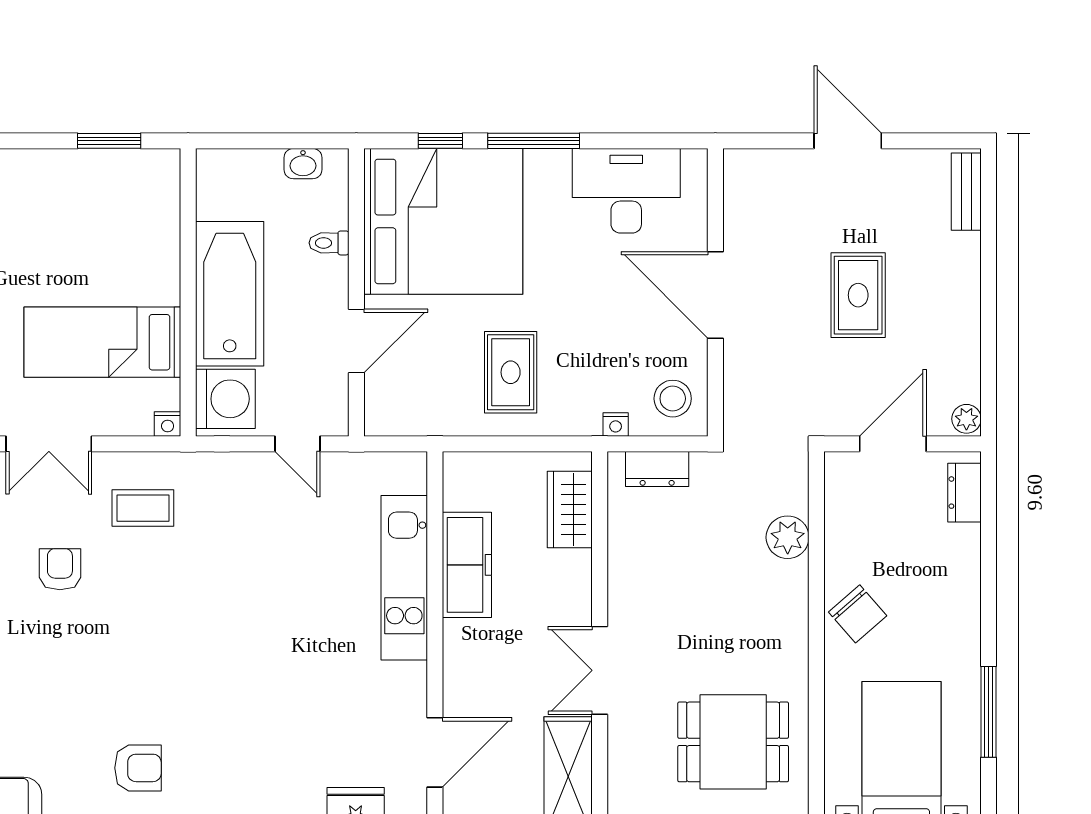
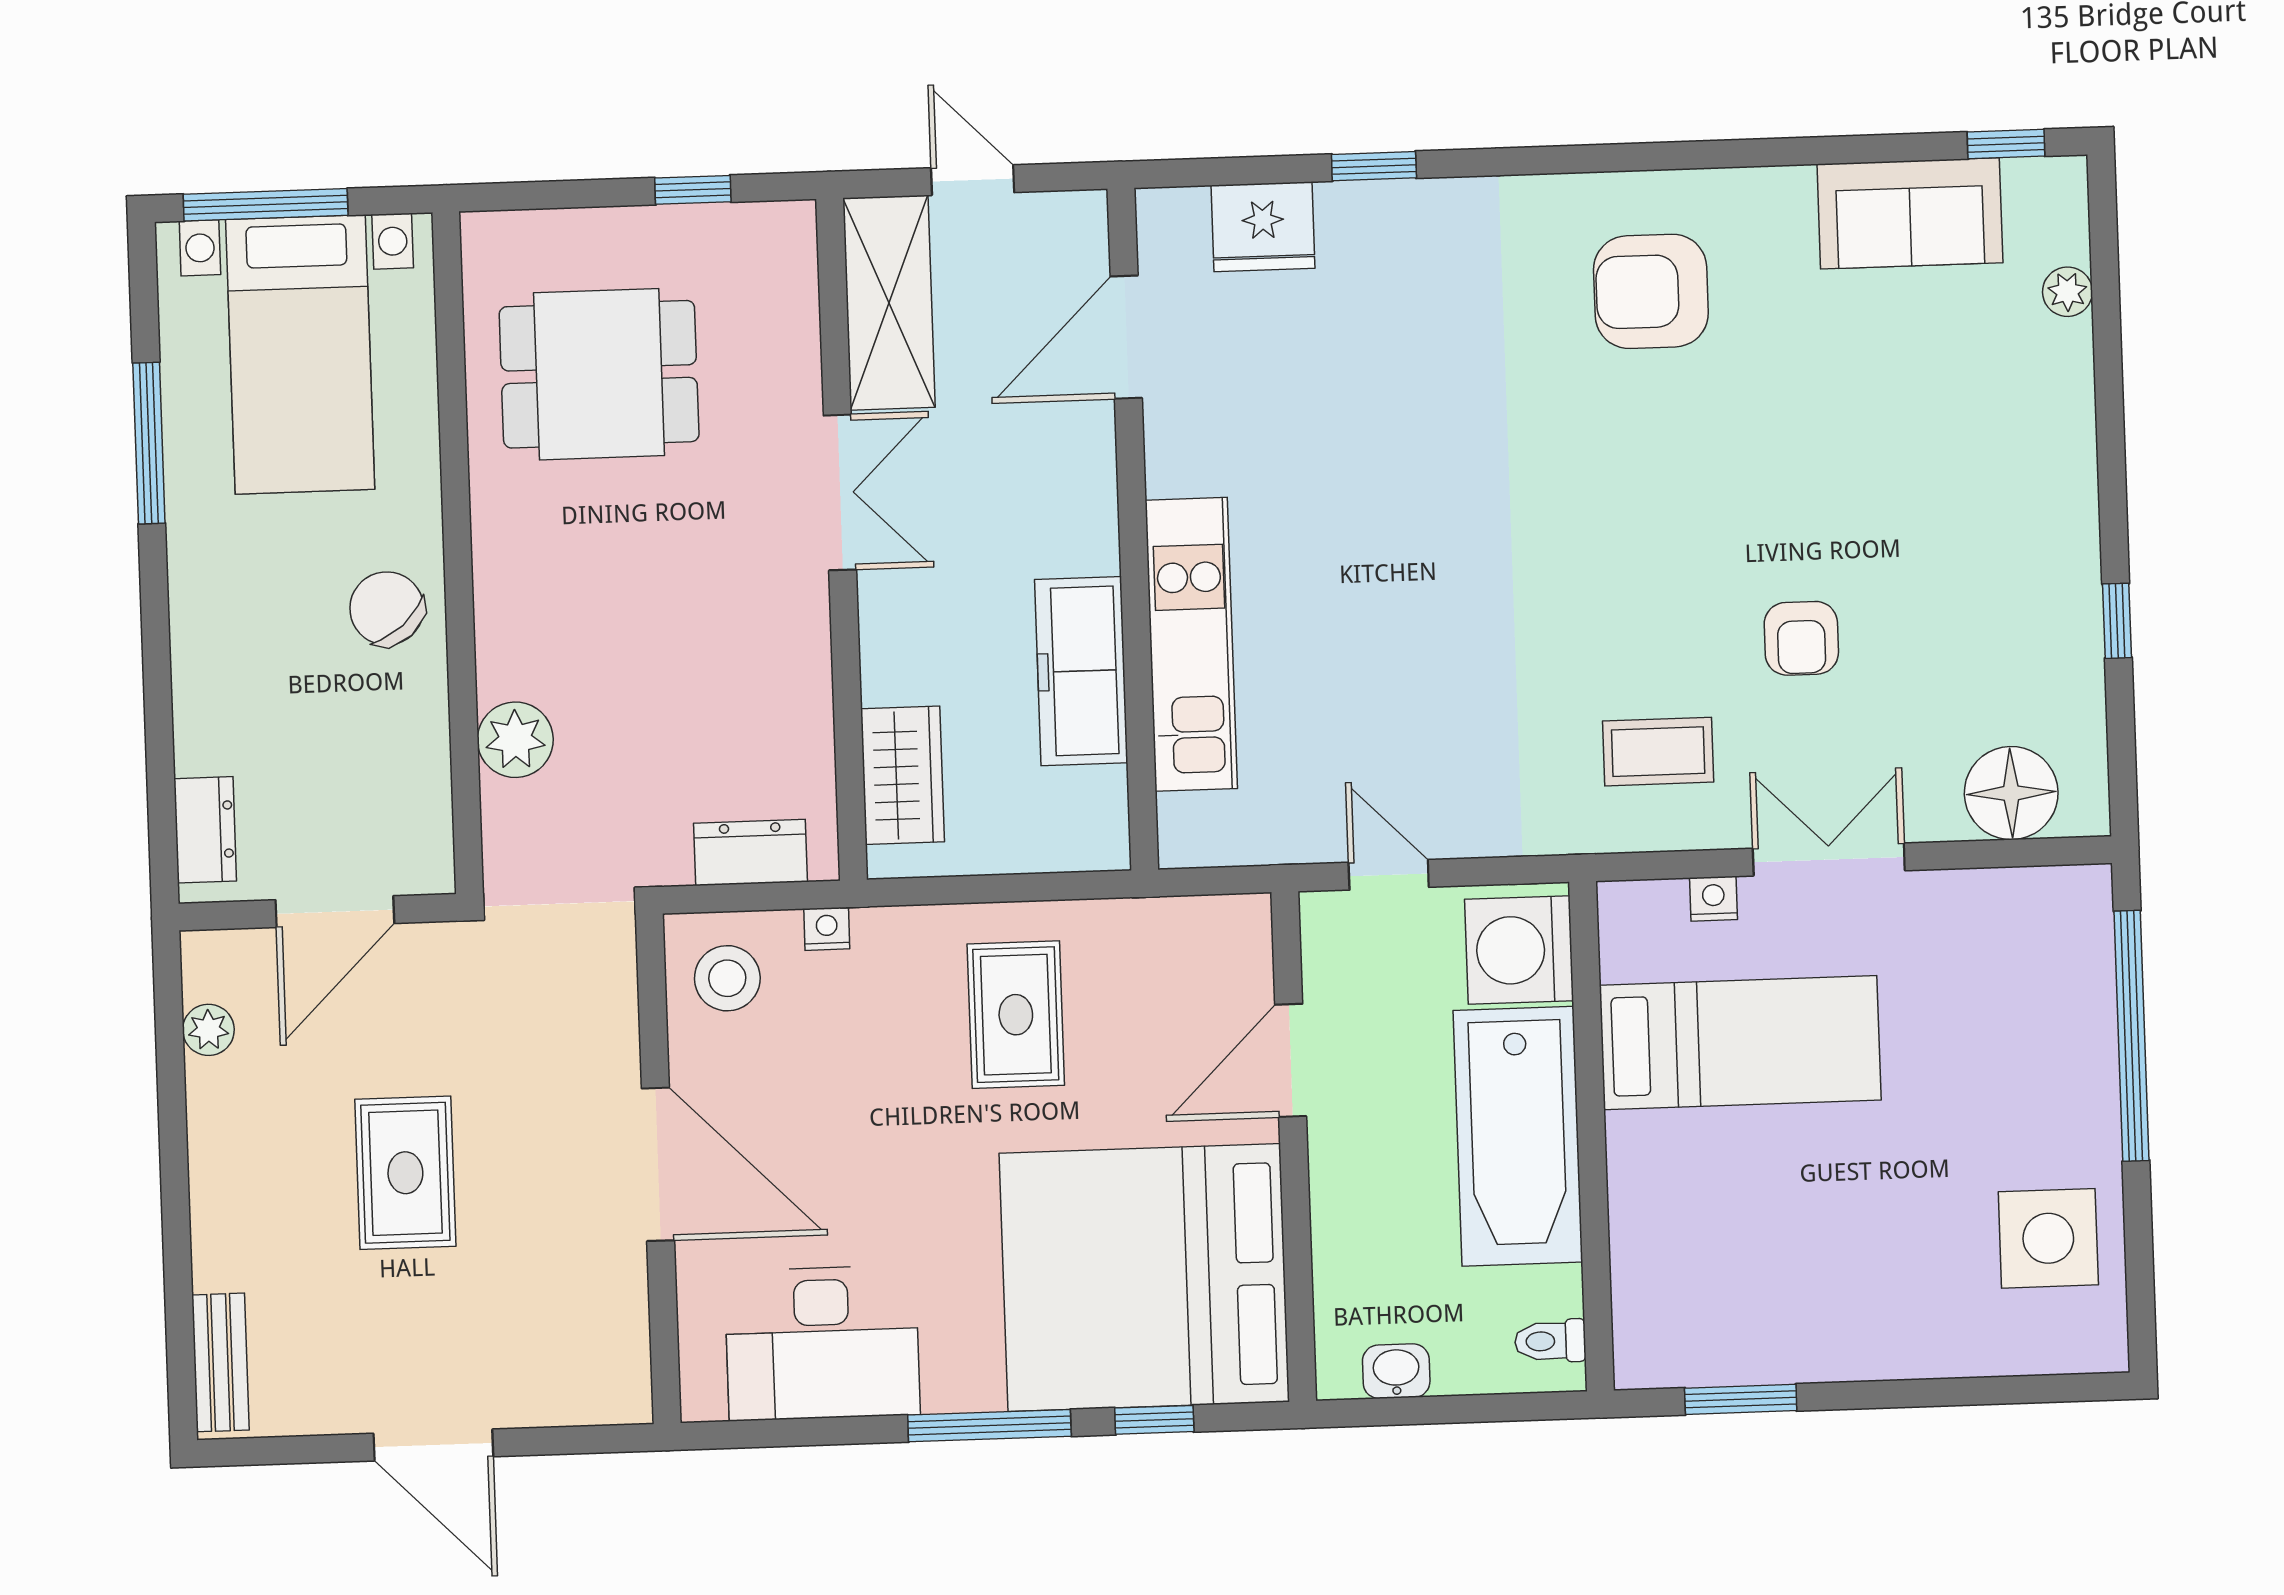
toilet: (329, 243) -> (1550, 1341), moved, turned 180
plant: (966, 419) -> (208, 1030), moved
nightstand: (168, 424) -> (1713, 899), moved
armchair: (138, 768) -> (1651, 291), width x1.38, depth x1.38

